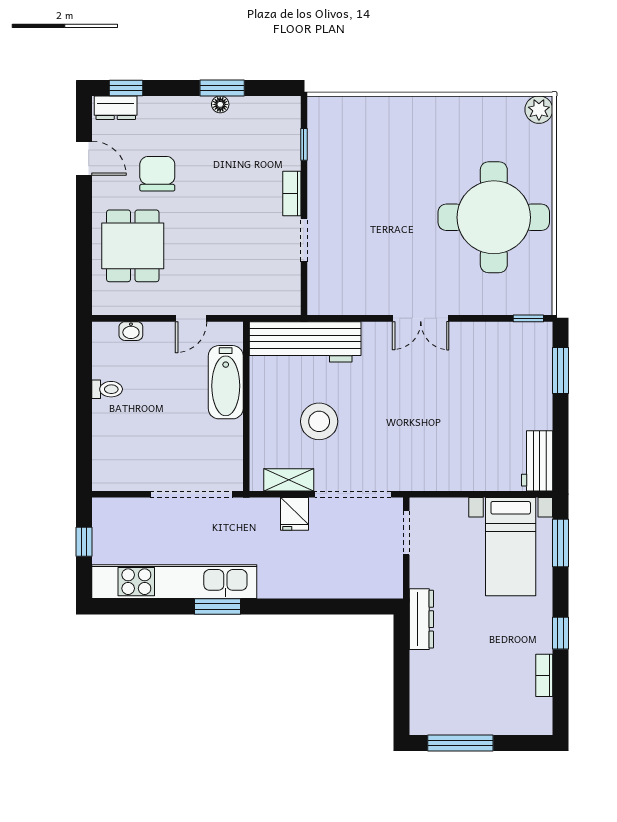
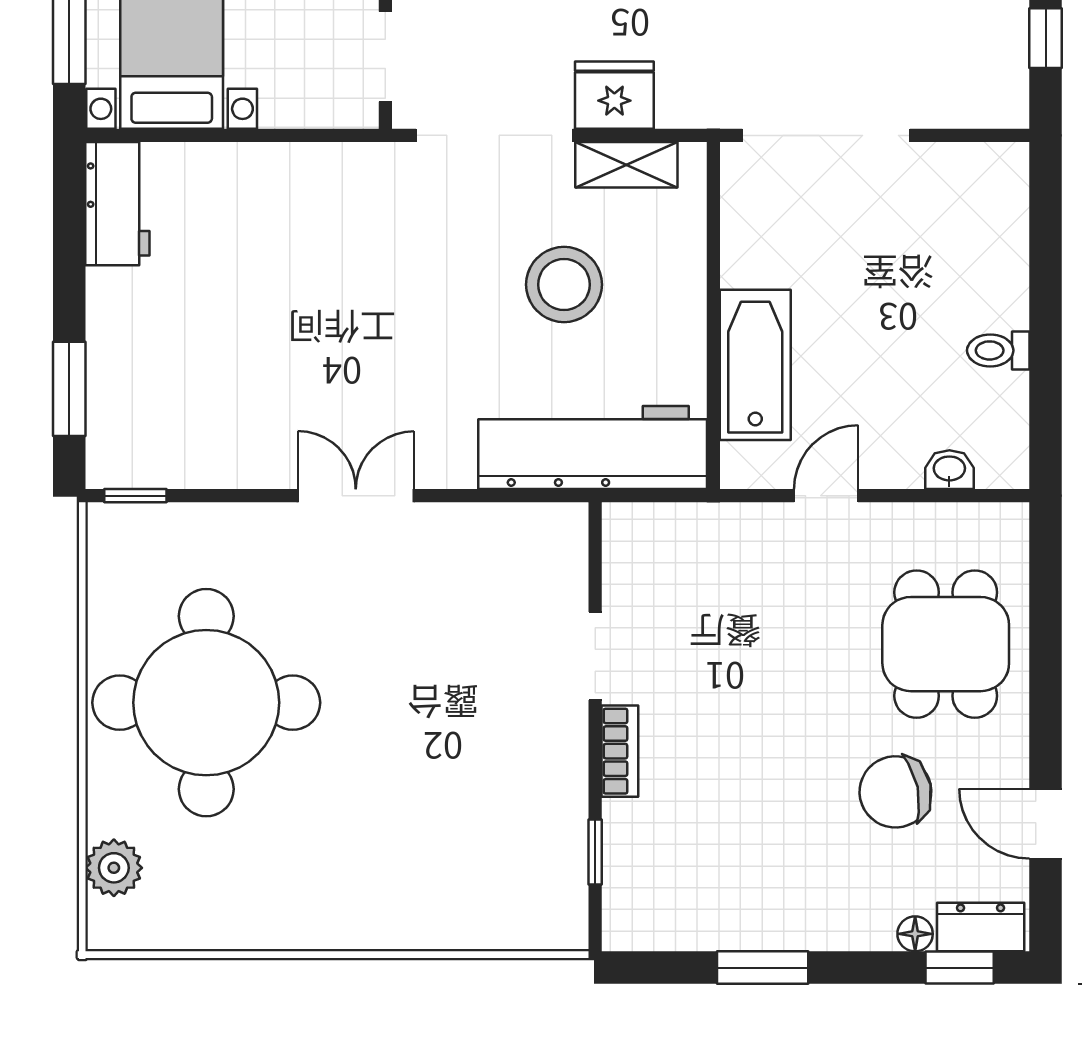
floor lamp: (220, 104) -> (915, 934), moved
plant: (539, 110) -> (114, 868), moved
chair: (157, 174) -> (895, 792), turned 78
fridge: (294, 514) -> (614, 95), width x1.38

